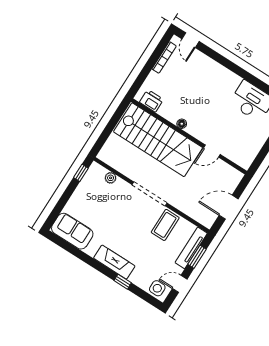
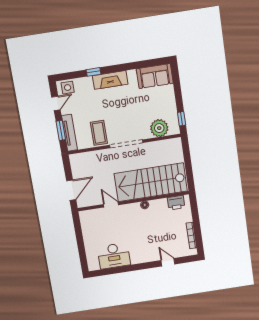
door: (190, 40) -> (168, 262), moved
door: (212, 151) -> (111, 205), hinge flipped
plant: (111, 178) -> (159, 128), width x1.88, depth x1.88
door: (229, 207) -> (71, 190), moved

